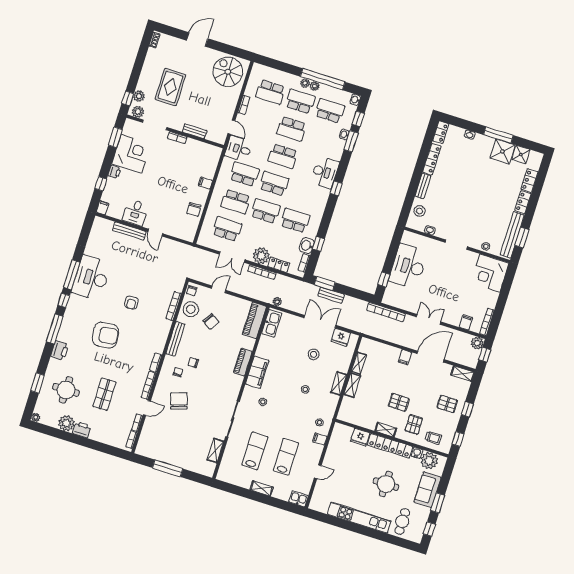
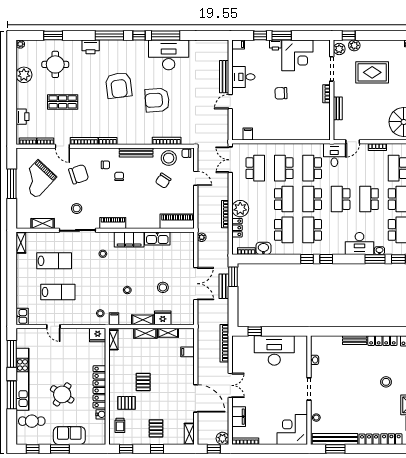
window: (115, 137) -> (282, 35), moved
desk: (325, 172) -> (359, 243), moved
school desk: (244, 174) -> (312, 168), turned 180
filing cabinet: (205, 183) -> (248, 134), moved
school desk: (274, 184) -> (312, 199), turned 180
school desk: (304, 193) -> (312, 230), added
chair: (194, 209) -> (281, 93), moved
stool: (419, 211) -> (386, 382), moved
window: (318, 244) -> (307, 259), moved
double door: (232, 257) -> (230, 160), moved
armchair: (131, 303) -> (157, 100), width x1.88, depth x1.88
filing cabinet: (466, 322) -> (239, 417), width x2.00
kitchen sink: (272, 323) -> (157, 239), moved
fridge: (341, 337) -> (163, 318), moved, turned 90
filing cabinet: (405, 357) -> (187, 352), moved
piano: (243, 362) -> (113, 223), moved
stool: (211, 413) -> (77, 209), added
printer: (82, 430) -> (22, 117), moved
shelving: (386, 430) -> (113, 340), moved
fridge: (360, 437) -> (98, 335), moved, turned -90
filing cabinet: (320, 439) -> (114, 319), moved
grand piano: (171, 442) -> (37, 179), added
plant: (429, 461) -> (97, 428), removed
round table: (386, 484) -> (62, 394), turned 33
shelving: (262, 488) -> (21, 243), moved
window: (331, 520) -> (12, 354), added
window: (371, 533) -> (12, 395), added

